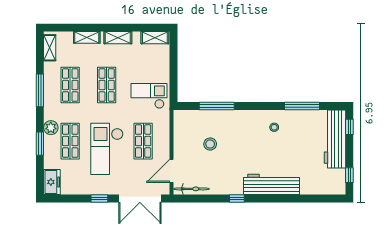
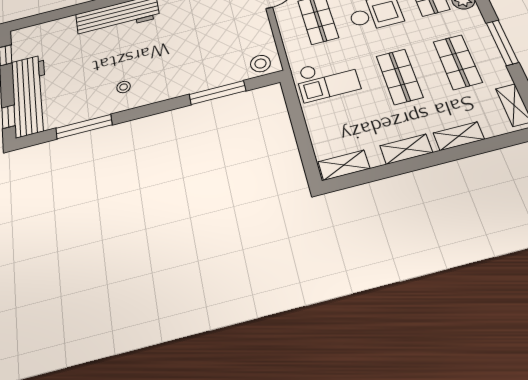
stool: (210, 144) -> (260, 64), moved

